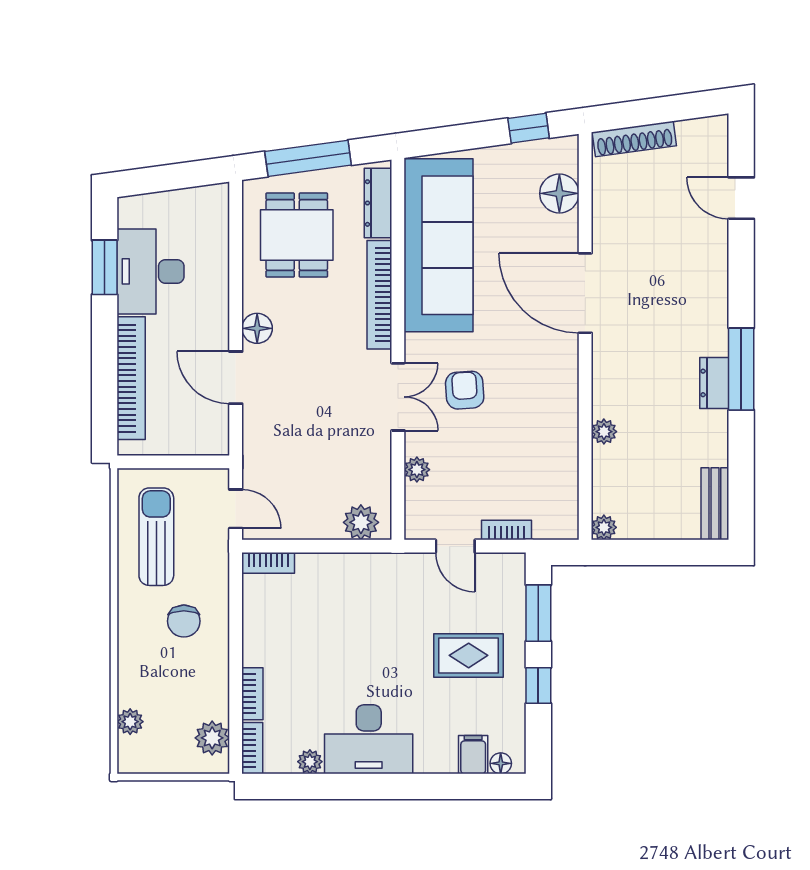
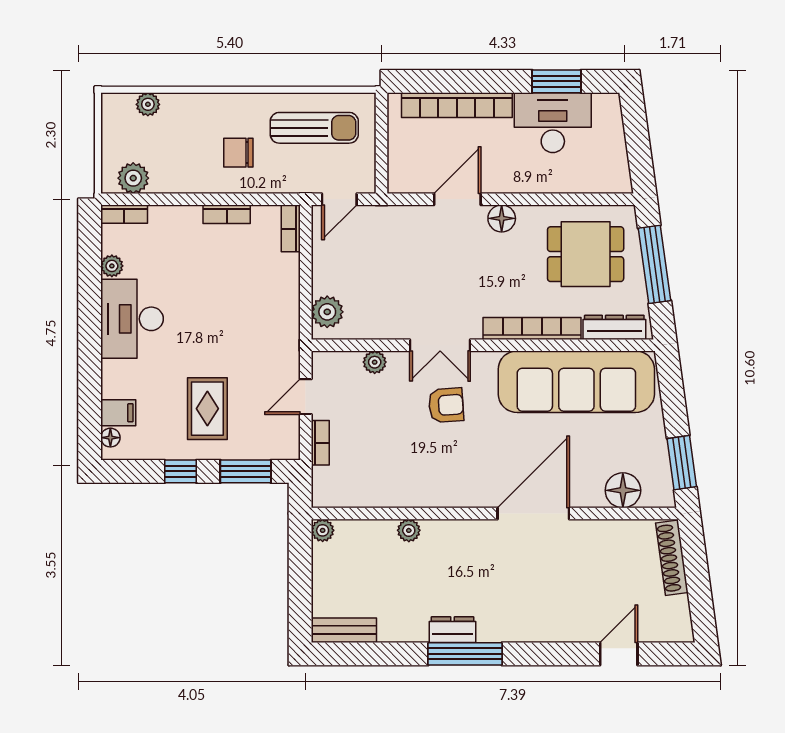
window: (529, 128) -> (682, 463), width x1.50
bookcase: (252, 694) -> (227, 214), moved

